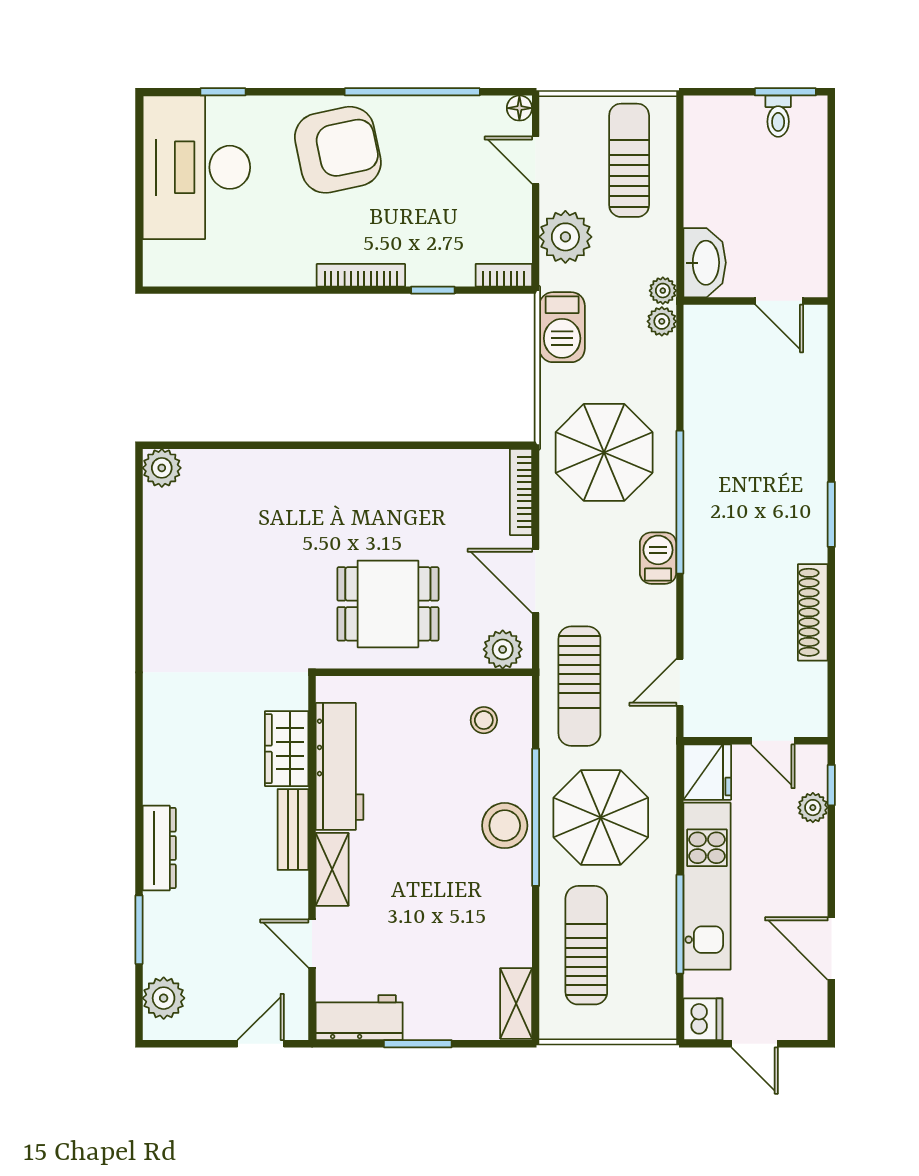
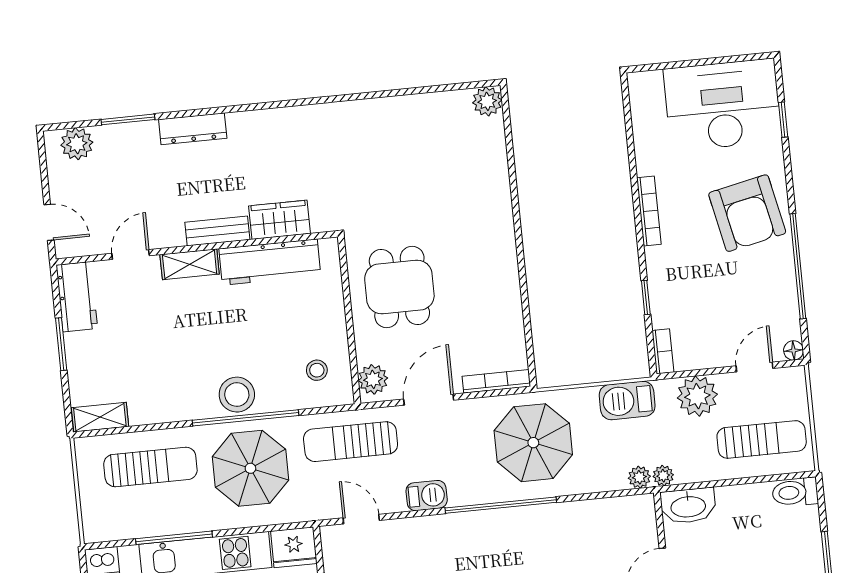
toilet: (778, 116) -> (795, 492), moved, width x1.37, depth x1.39
bookcase: (361, 275) -> (649, 211), moved
barbecue: (658, 558) -> (427, 496), moved

